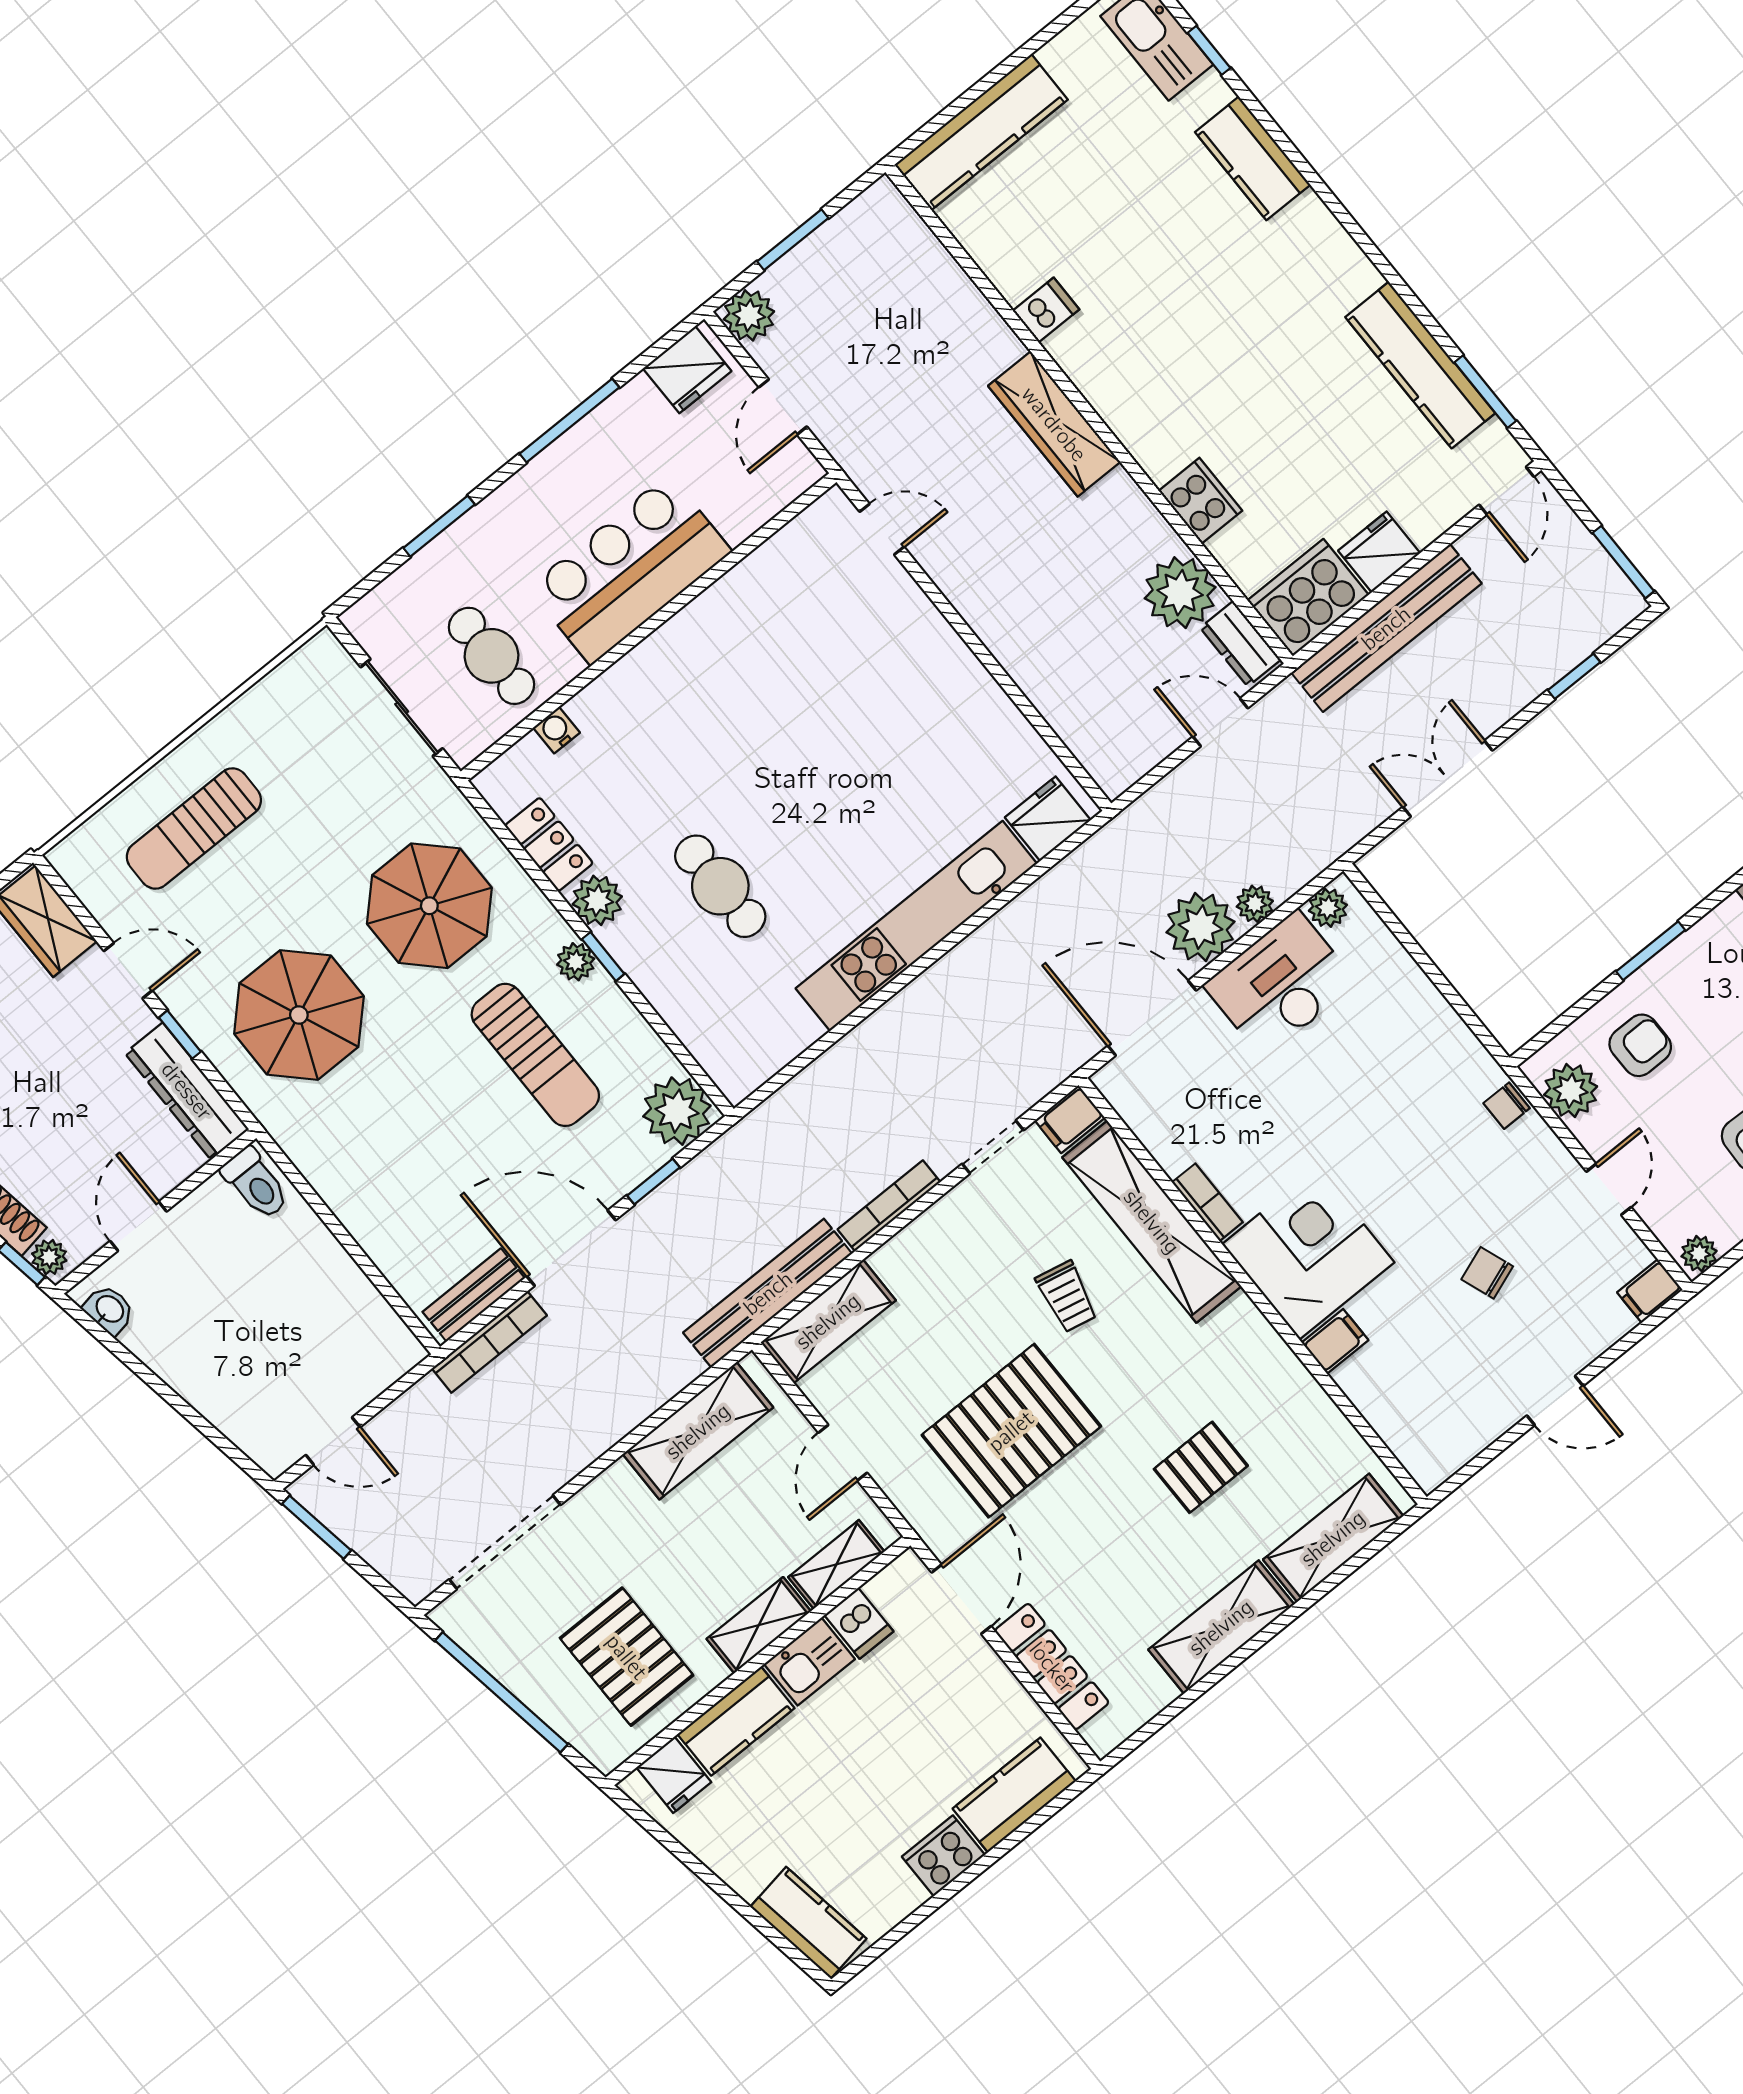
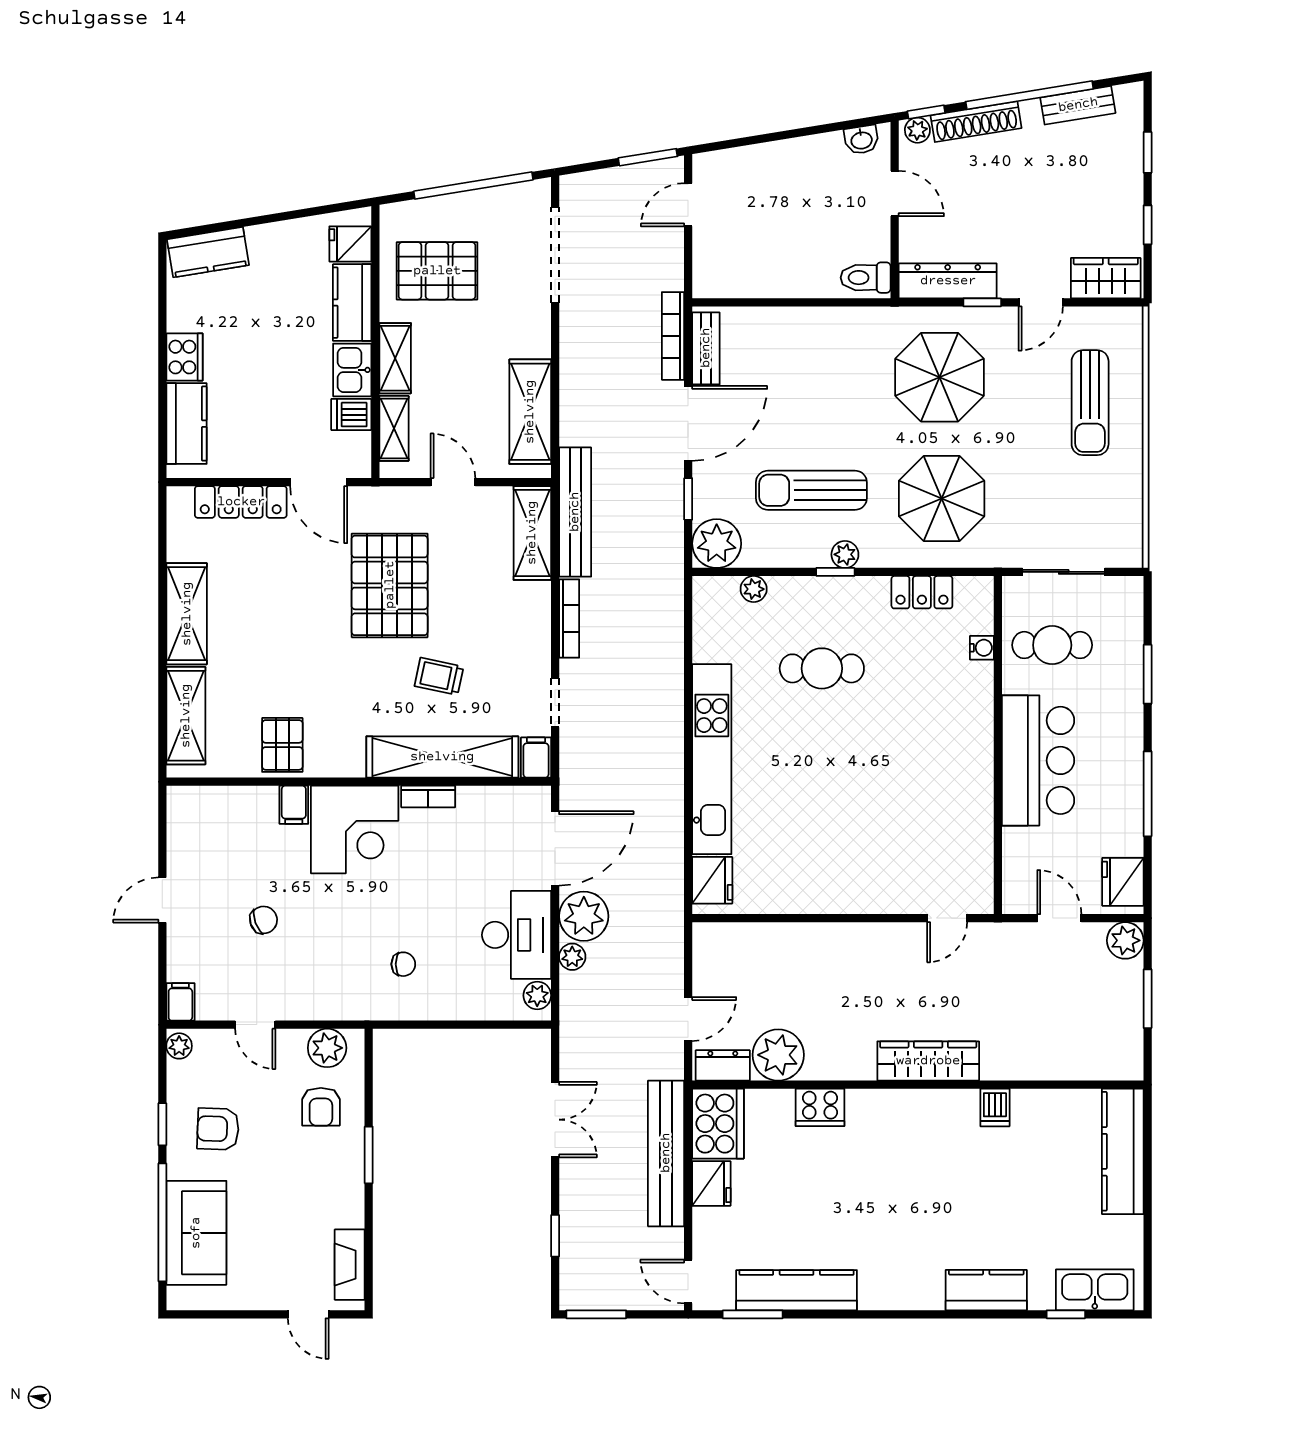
sun lounger: (194, 828) -> (1090, 403), turned 180
plant: (597, 900) -> (754, 589), moved, width x0.73, depth x0.73
chair: (1507, 1106) -> (403, 964), moved, turned 90
pallet: (1201, 1467) -> (282, 745), moved

